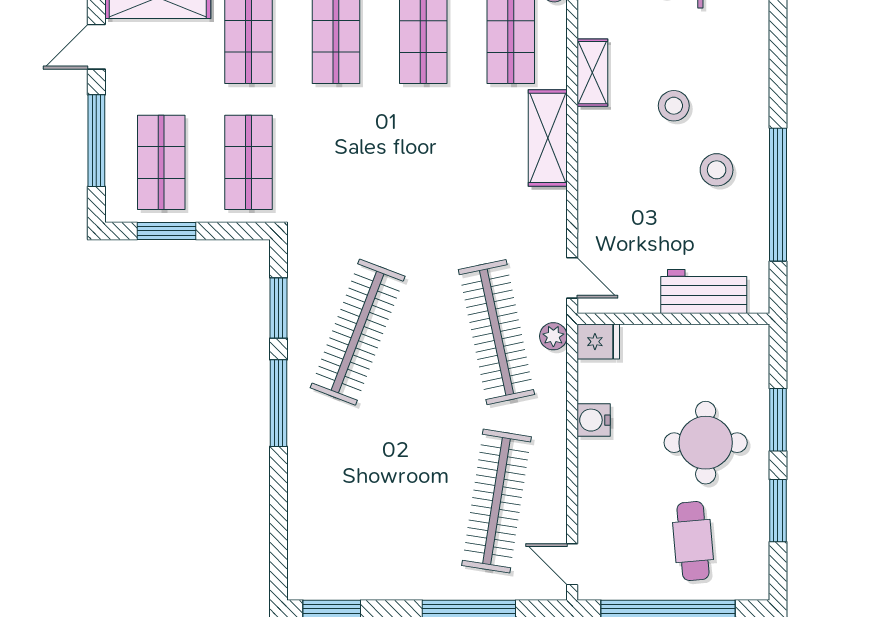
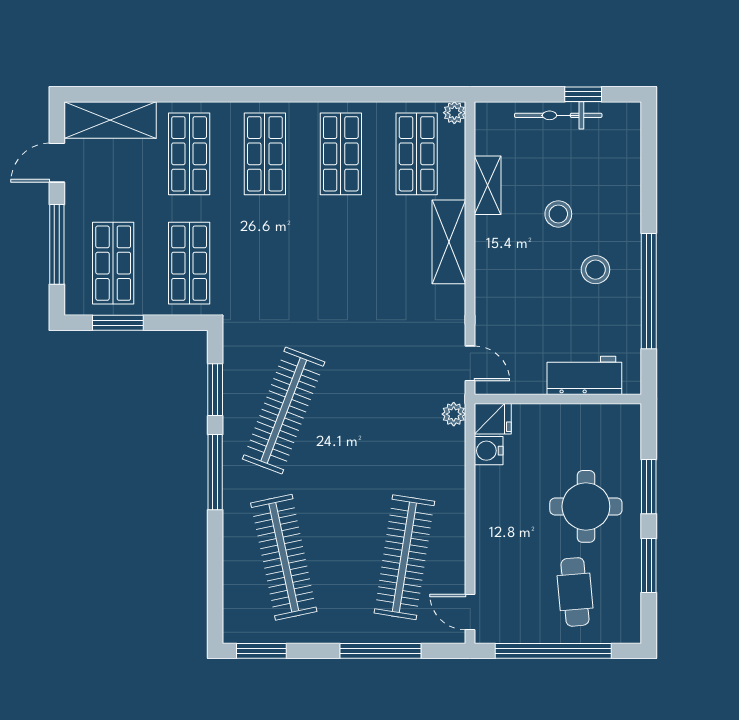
clothes rail: (496, 332) -> (284, 557), moved
water cooler: (594, 420) -> (489, 451), moved

